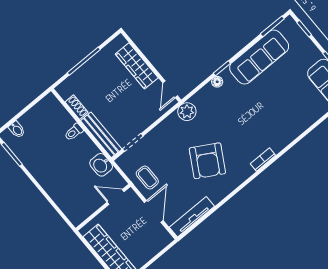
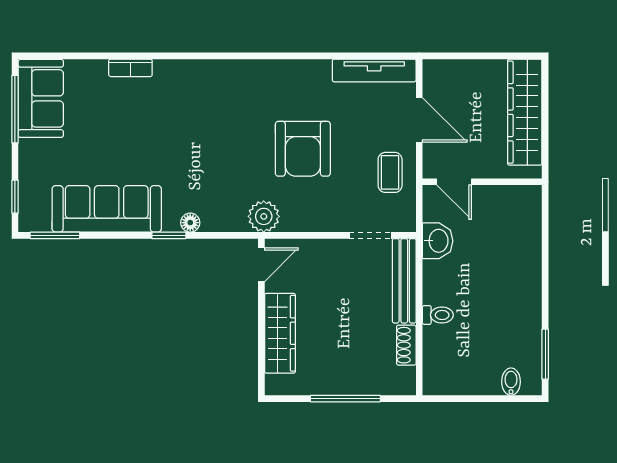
bookcase: (263, 160) -> (130, 68), moved
armchair: (207, 161) -> (303, 149), moved, turned 150
door: (154, 211) -> (419, 120), swing flipped

